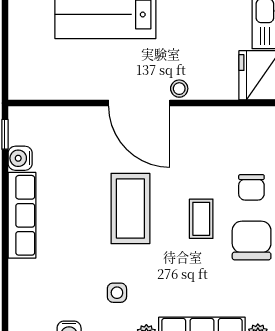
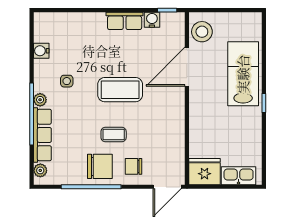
stool: (179, 89) -> (202, 32), moved, width x1.89, depth x1.89
door: (139, 103) -> (187, 67), moved
row of seats: (22, 215) -> (125, 21), width x0.68

